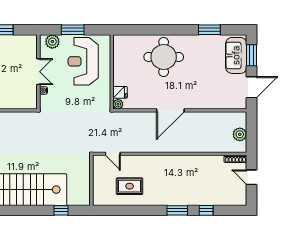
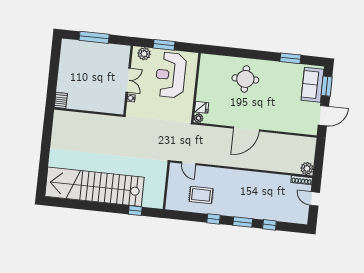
round table: (164, 57) -> (245, 79), width x0.73, depth x0.73
plant: (240, 134) -> (307, 168), moved
window: (145, 210) -> (213, 219), added

